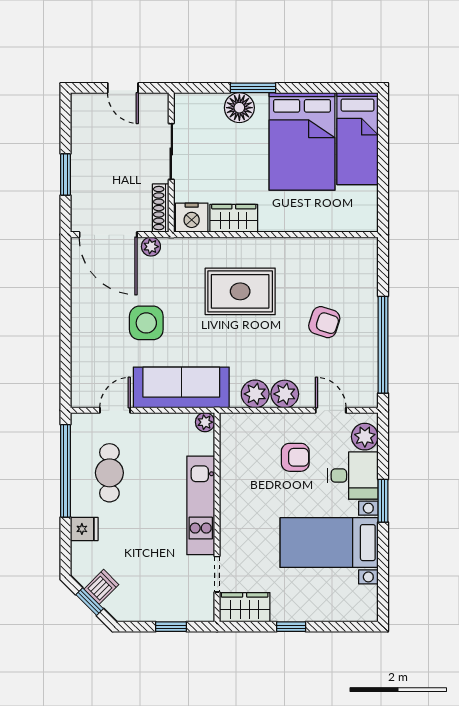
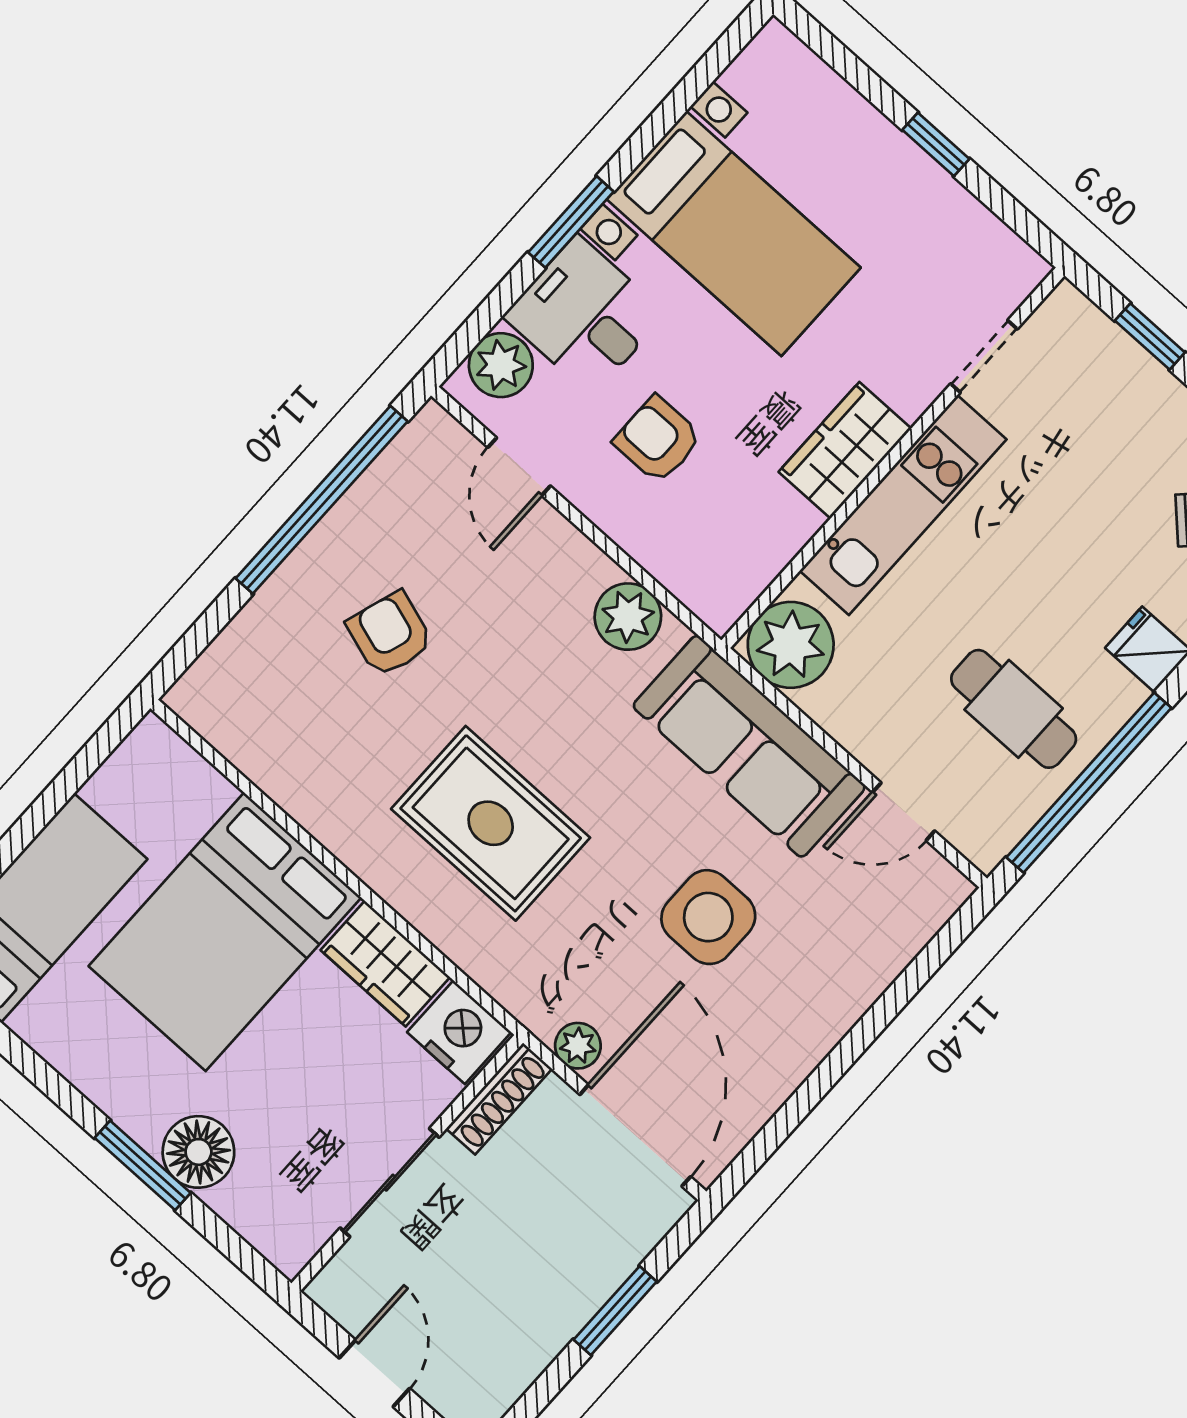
bed: (302, 141) -> (225, 932), moved, turned 180
plant: (285, 394) -> (575, 569), removed
plant: (205, 422) -> (791, 645), width x1.88, depth x1.88
cafe table: (109, 473) -> (1014, 709), turned 90
wardrobe: (245, 607) -> (845, 450), moved, turned 90

